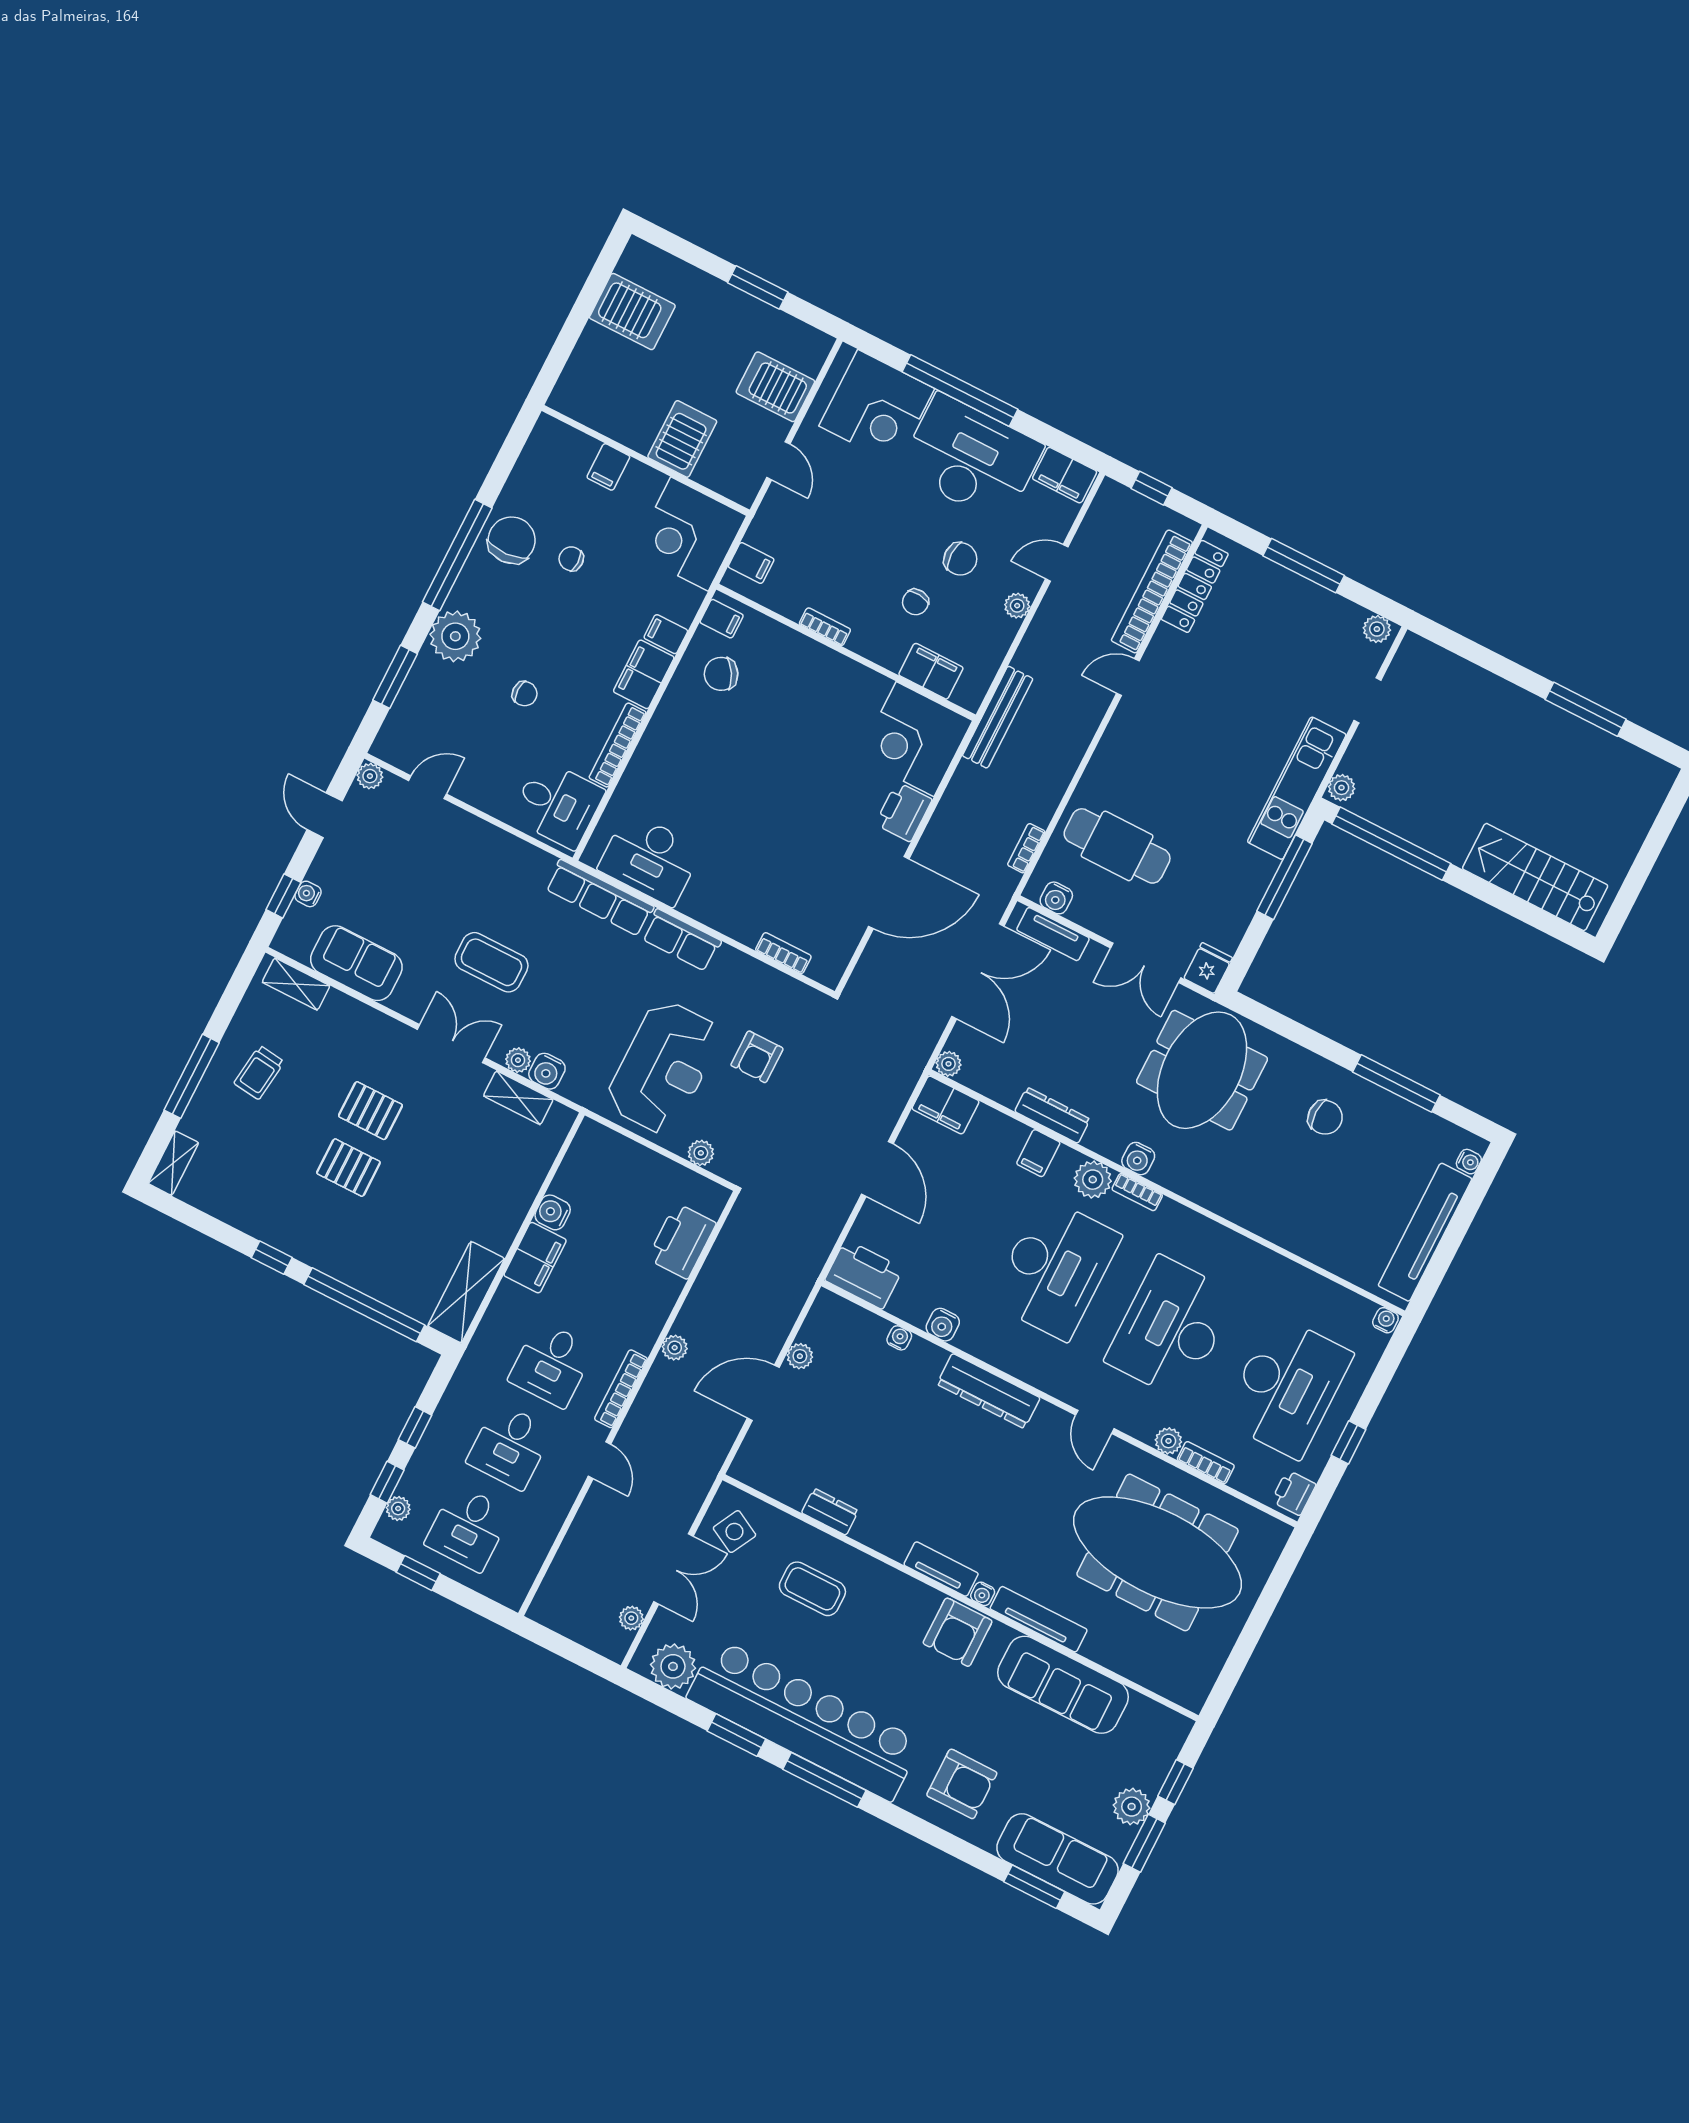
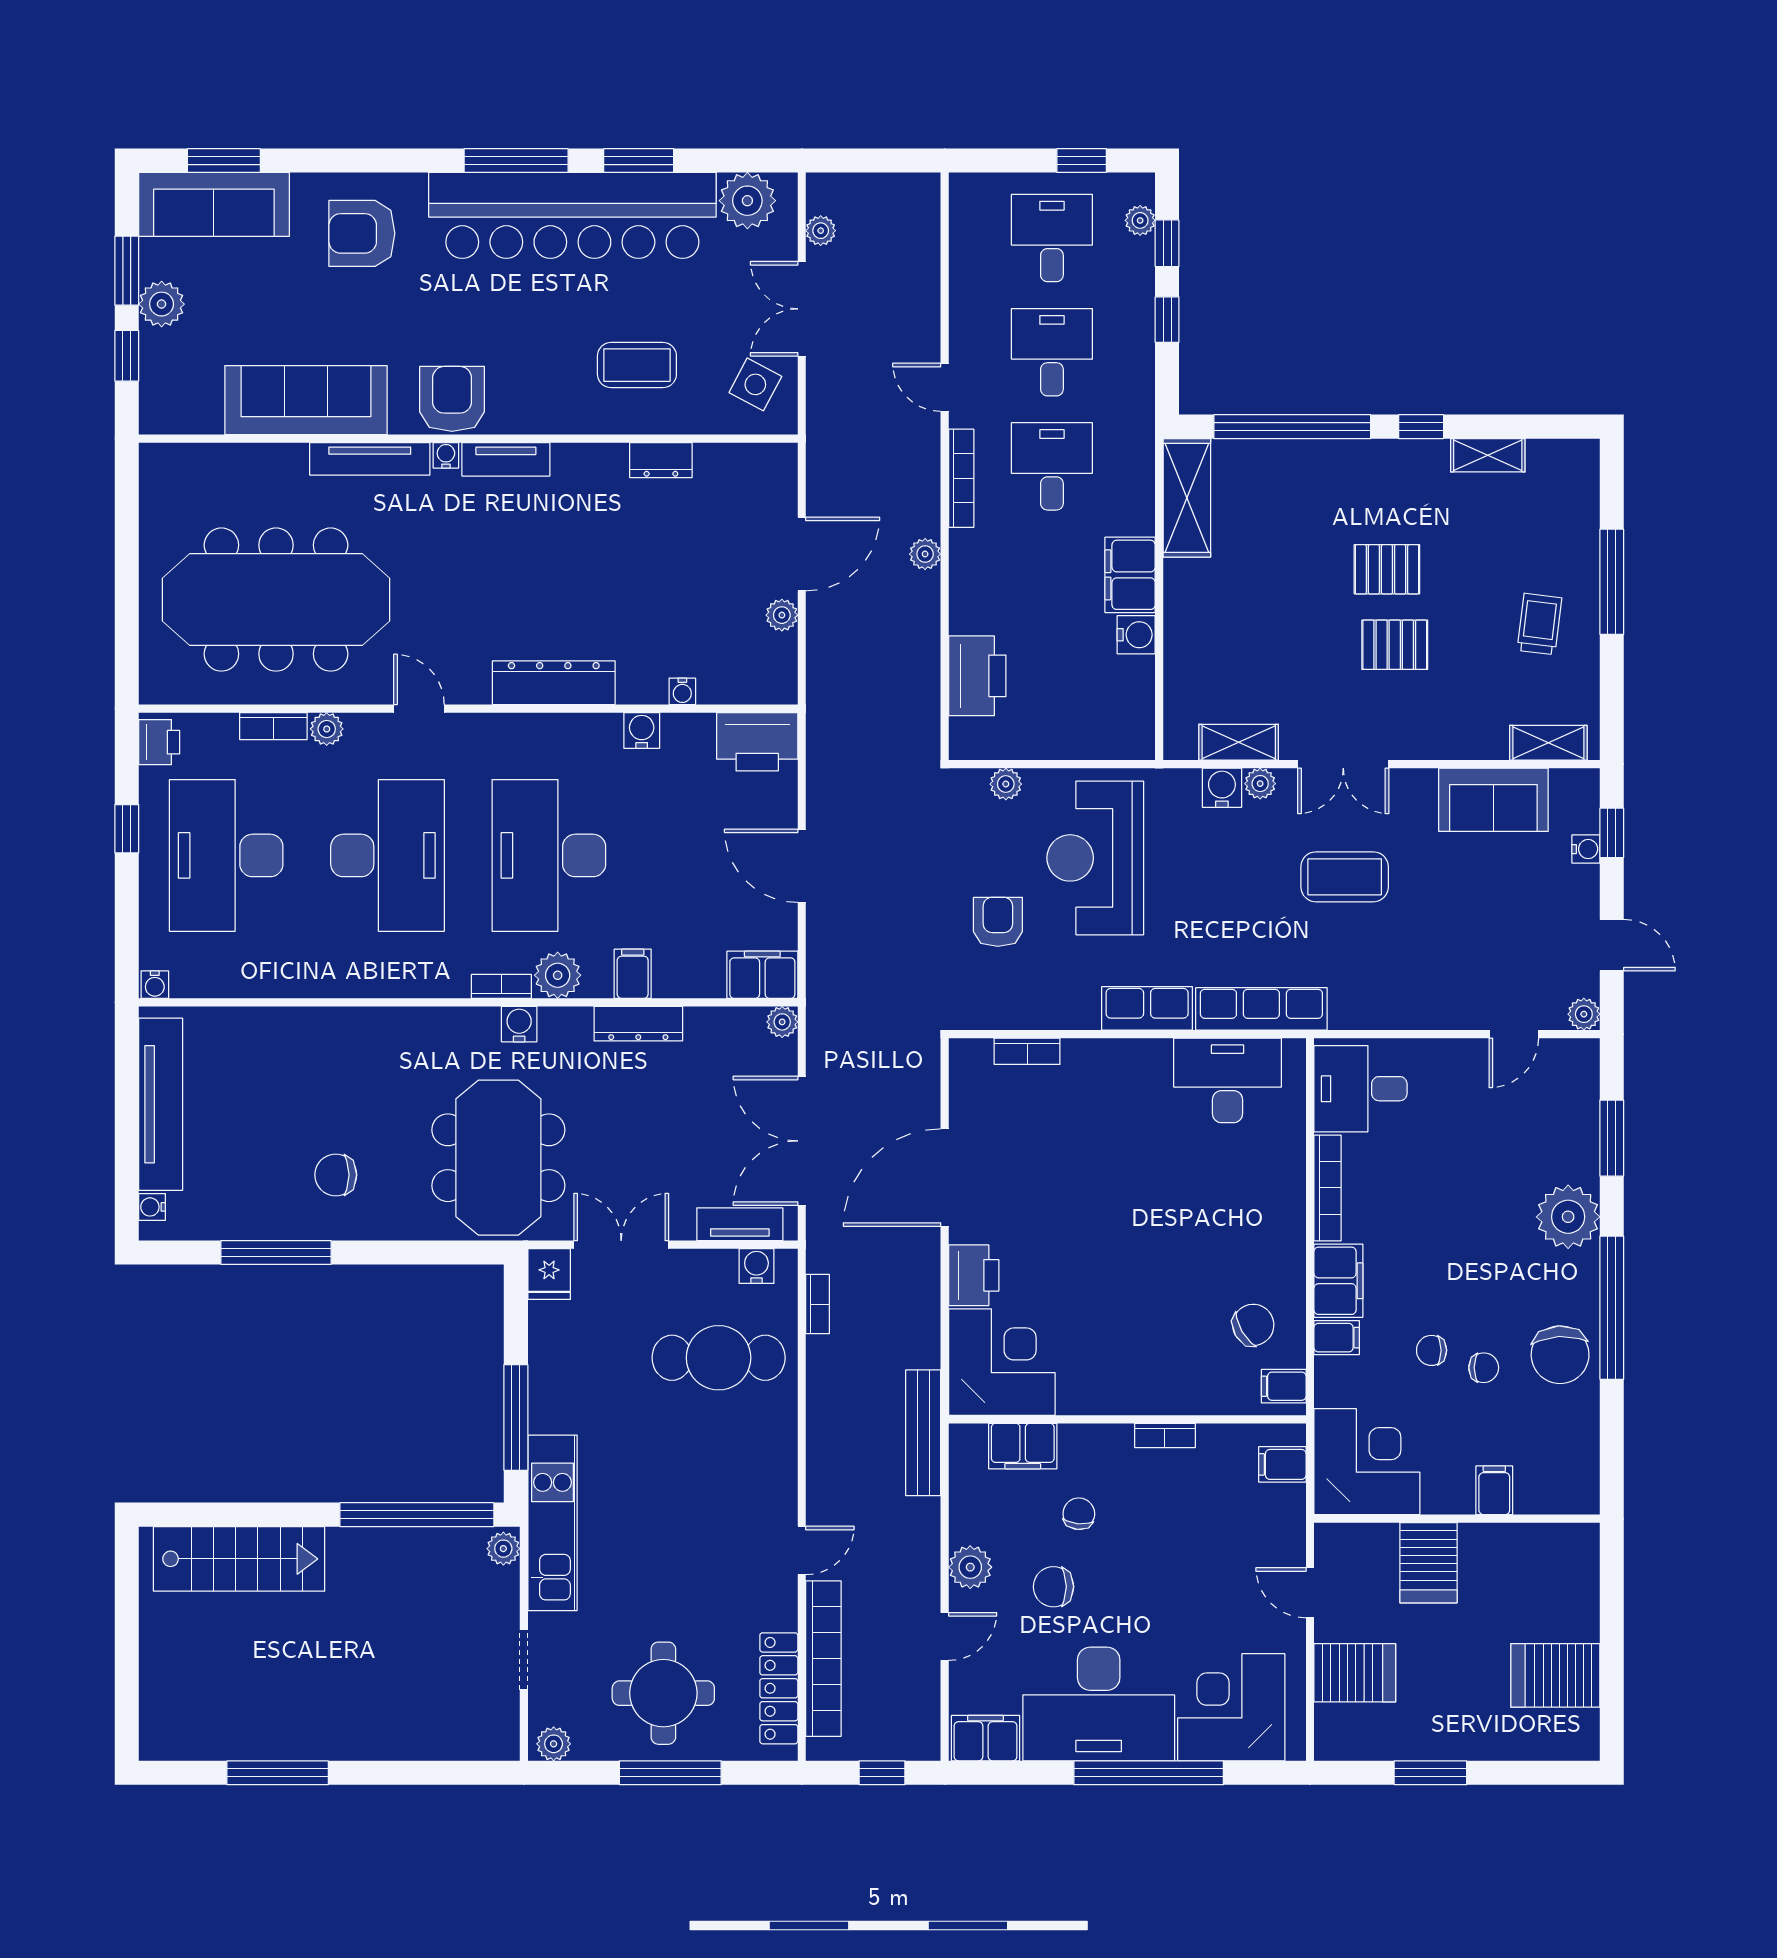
plant: (1017, 606) -> (970, 1567), width x1.38, depth x1.38
round table: (1279, 625) -> (663, 1693), added
chair: (525, 694) -> (1432, 1350), moved
shelving: (173, 1163) -> (1488, 455), moved, turned 90

